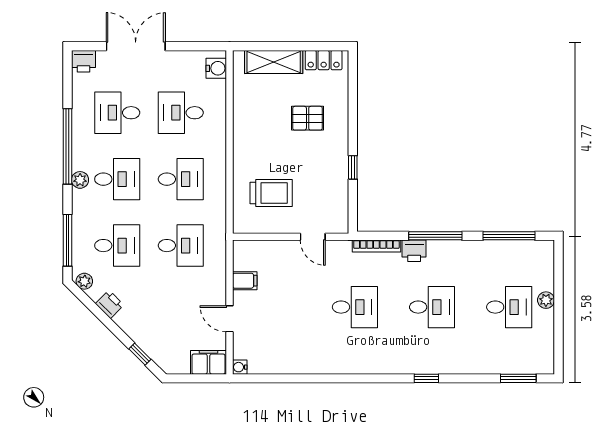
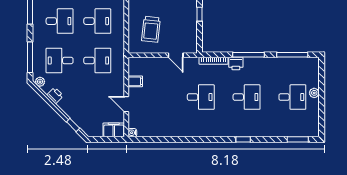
plant: (80, 180) -> (37, 22), removed
trolley: (271, 193) -> (151, 29), turned 96
desk: (117, 246) -> (60, 60), turned 180

